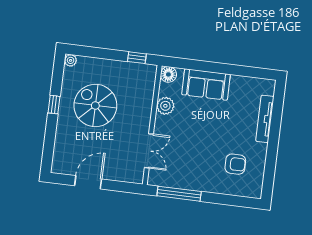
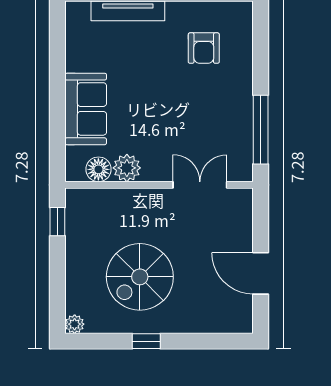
floor lamp: (168, 74) -> (98, 169), moved
armchair: (235, 164) -> (204, 48), turned 180

